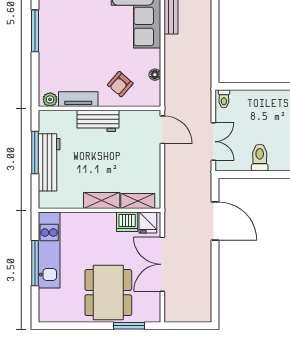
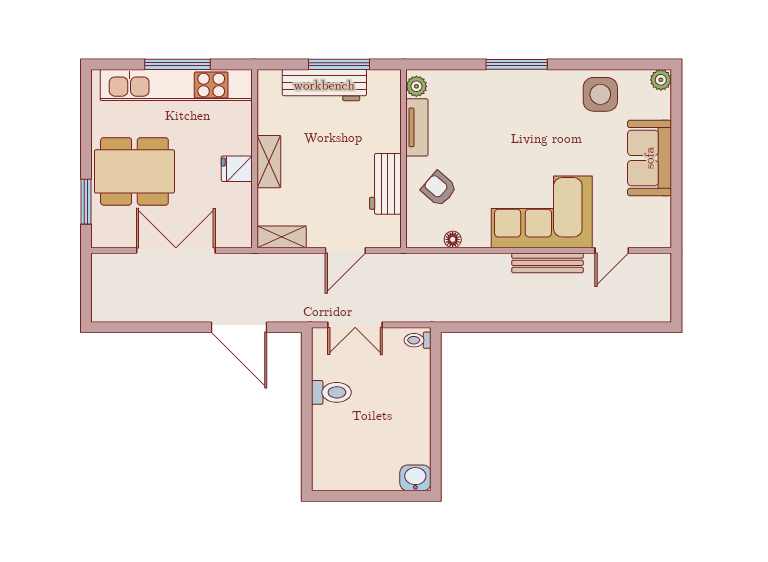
workbench: (98, 121) -> (385, 184), moved
door: (162, 130) -> (345, 250), moved
shelving: (138, 201) -> (282, 237), moved, turned 90
door: (215, 221) -> (239, 327), hinge flipped
dishwasher: (127, 222) -> (238, 199), removed
fridge: (148, 223) -> (237, 169), moved
kitchen unit: (49, 250) -> (176, 85), width x1.36

